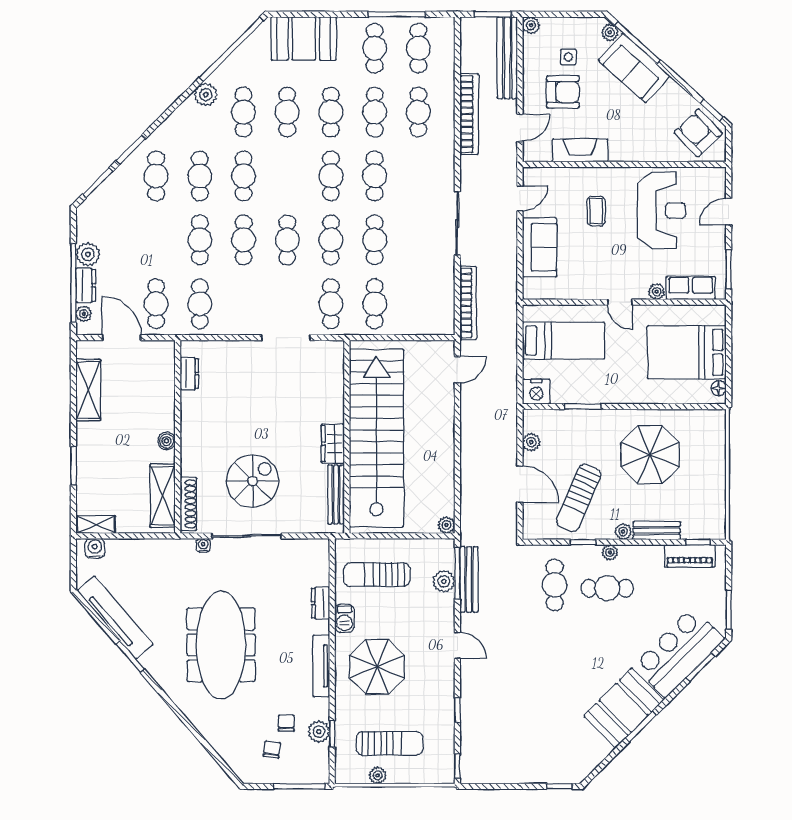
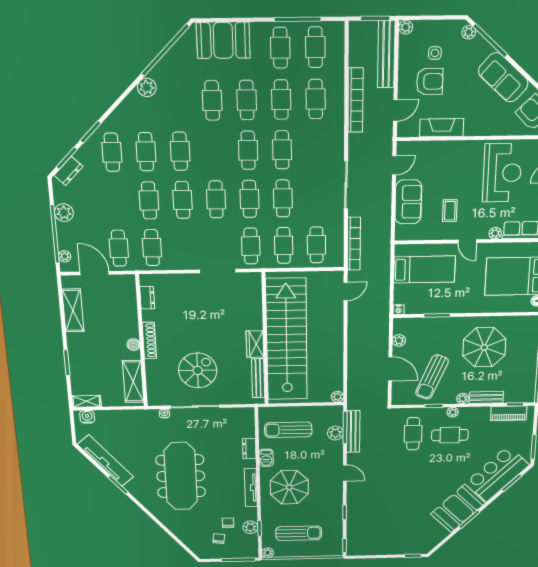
sofa: (634, 68) -> (503, 77), moved
cafe table: (244, 112) -> (316, 245), moved
coffee table: (596, 211) -> (450, 211), moved
dresser: (86, 285) -> (68, 171), moved, turned 45
nightstand: (536, 392) -> (399, 310), width x0.53, depth x0.56
shoe rack: (188, 504) -> (149, 340), moved
plant: (378, 775) -> (268, 553), moved

